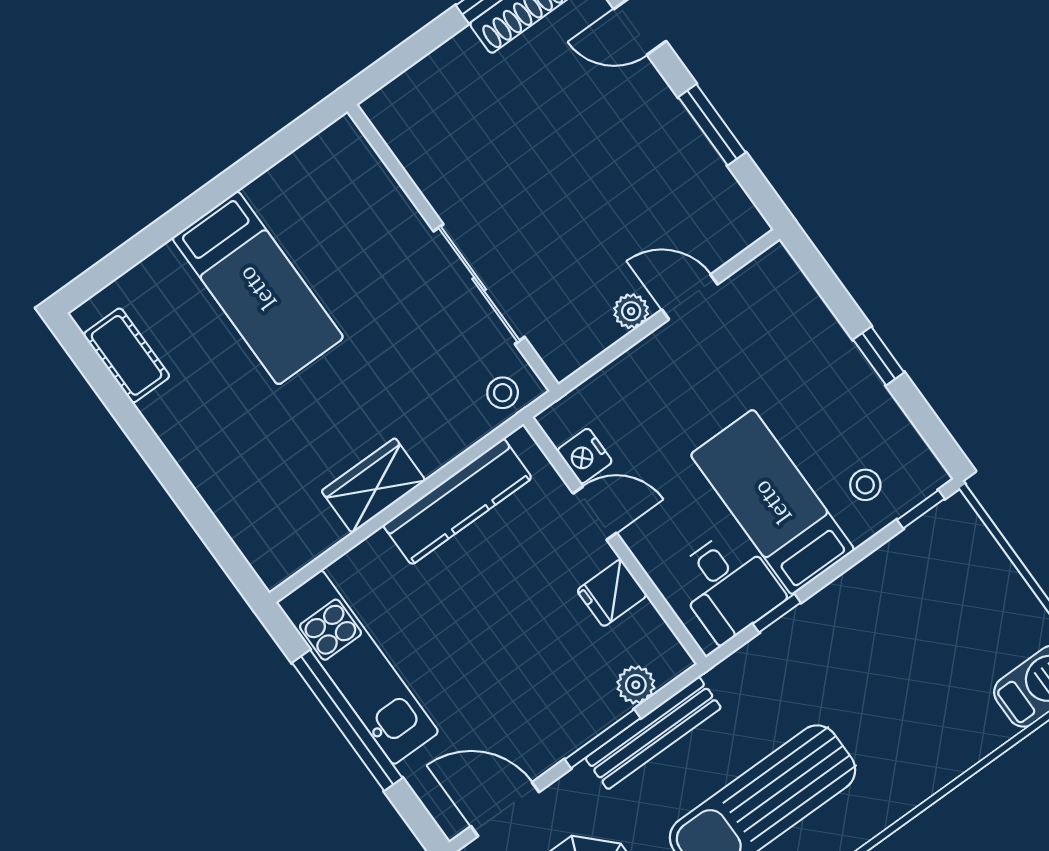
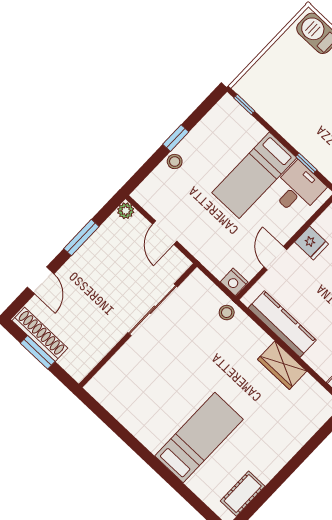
wall: (453, 248) -> (138, 325), moved
sliding door: (479, 284) -> (153, 310), moved
plant: (631, 311) -> (126, 211), moved
nightstand: (585, 456) -> (234, 282), moved, turned 90
stool: (865, 485) -> (175, 162), moved

